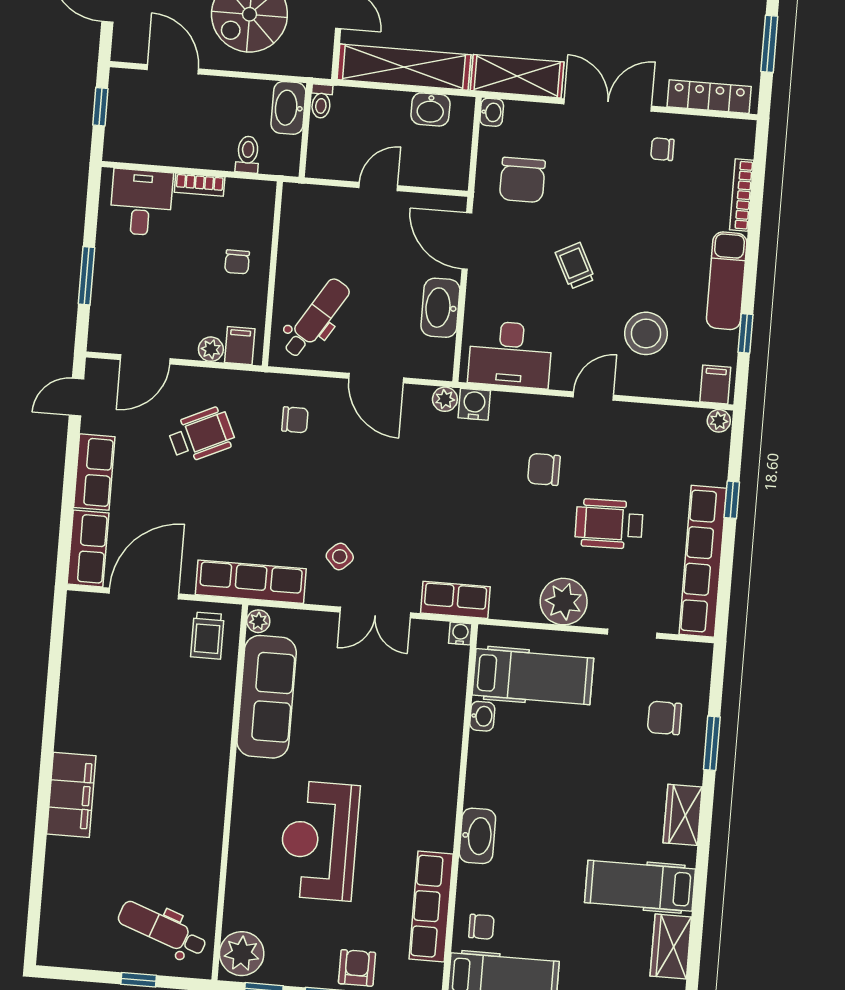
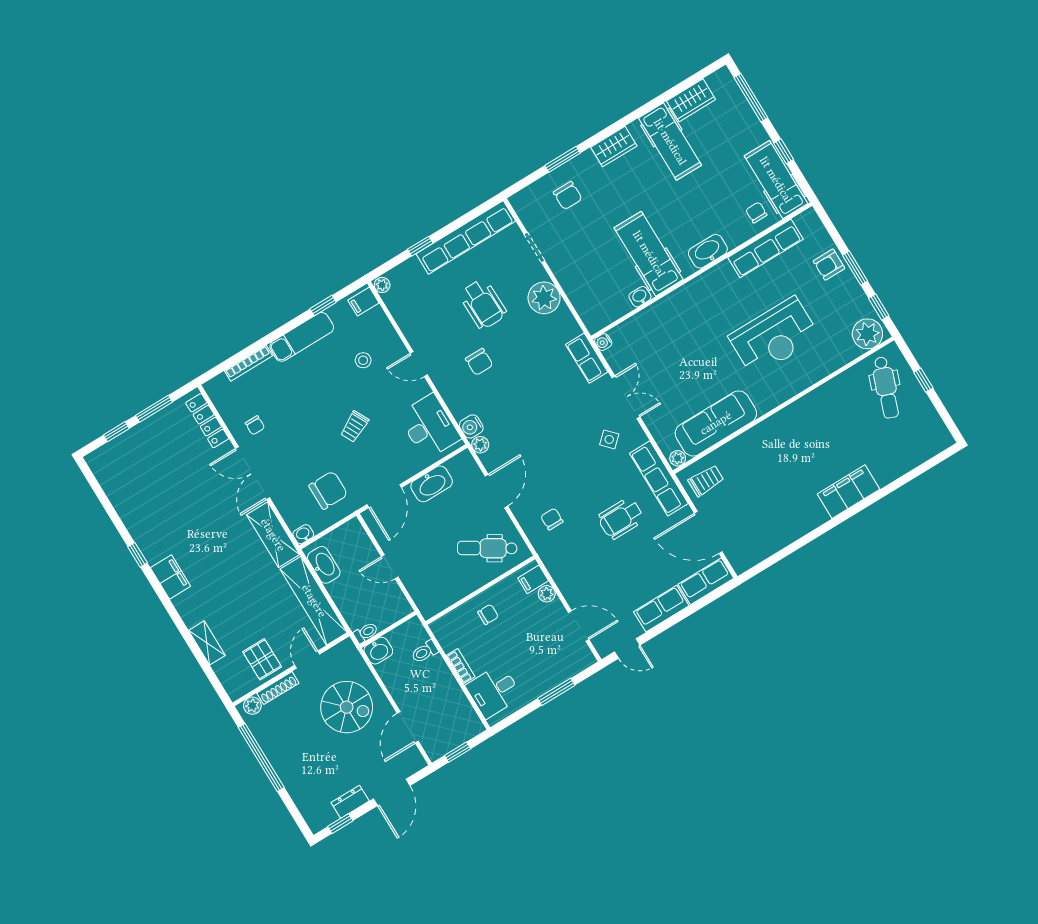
washbasin: (288, 108) -> (378, 651), width x0.72
washbasin: (430, 109) -> (324, 565), width x1.38
stool: (646, 333) -> (363, 360), width x0.53, depth x0.53
wheelchair: (201, 435) -> (621, 518), moved, turned -65
hospital bed: (533, 677) -> (649, 254), moved

